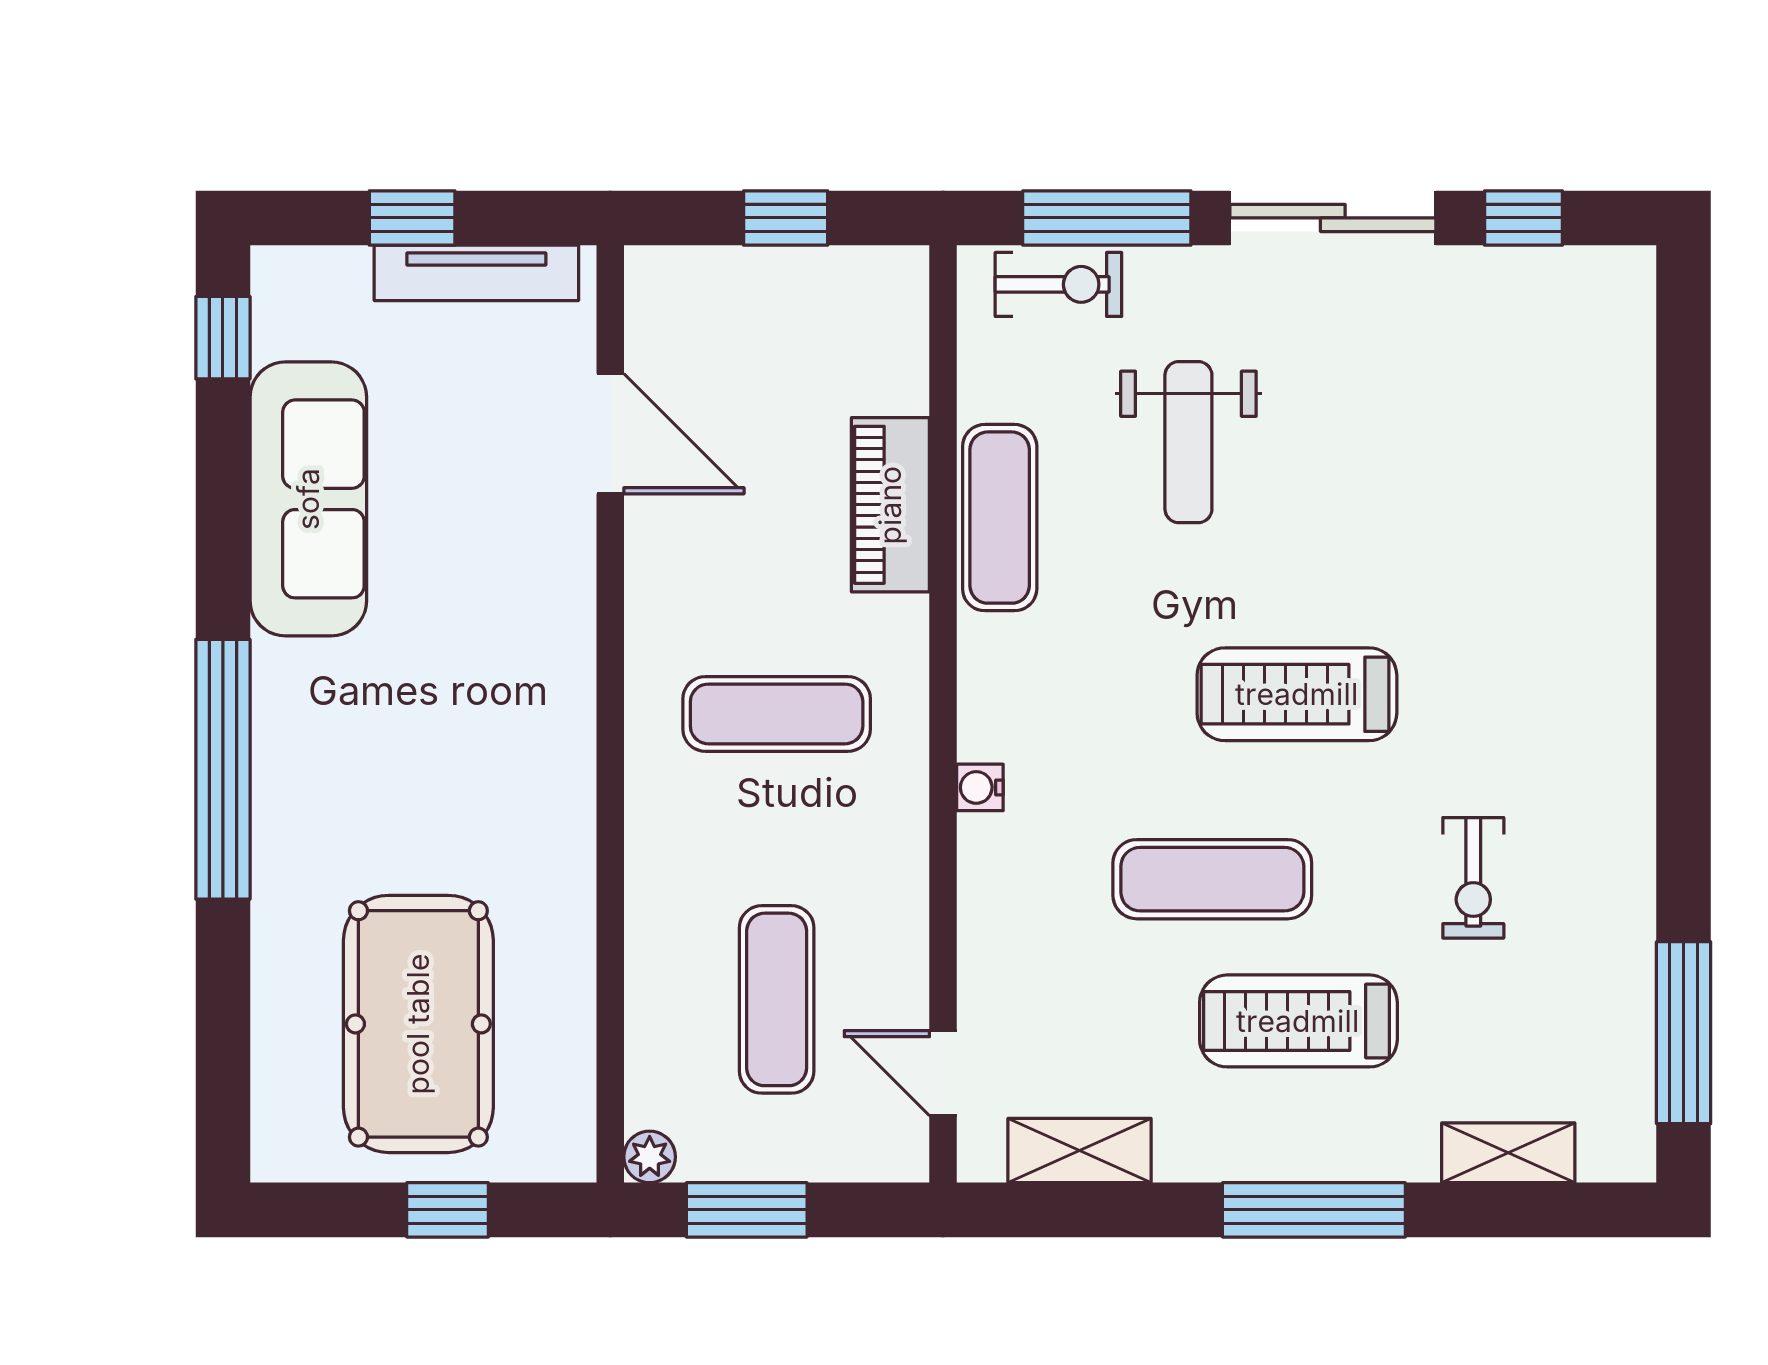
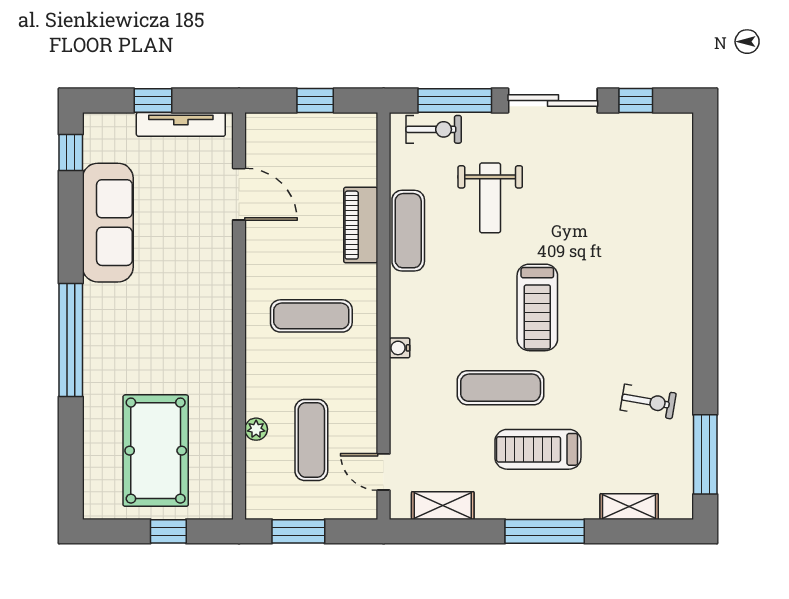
treadmill: (1297, 694) -> (537, 307), turned -90
exercise bike: (1473, 878) -> (648, 402), moved, turned -80
plant: (650, 1157) -> (256, 429), moved

